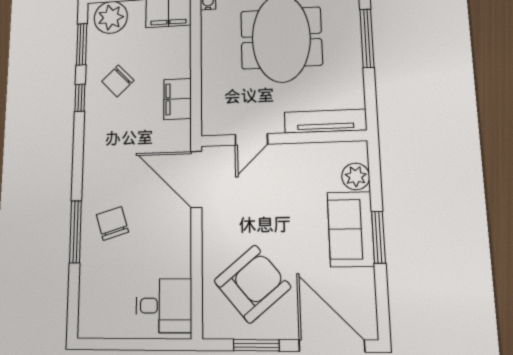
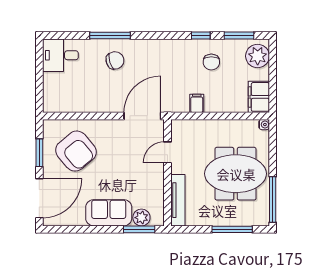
chair: (118, 81) -> (211, 62), turned -136
filing cabinet: (177, 99) -> (197, 103), width x0.50
door: (251, 139) -> (168, 152), hinge flipped
window: (378, 237) -> (139, 229), moved
desk: (164, 306) -> (60, 55), moved, turned 90

